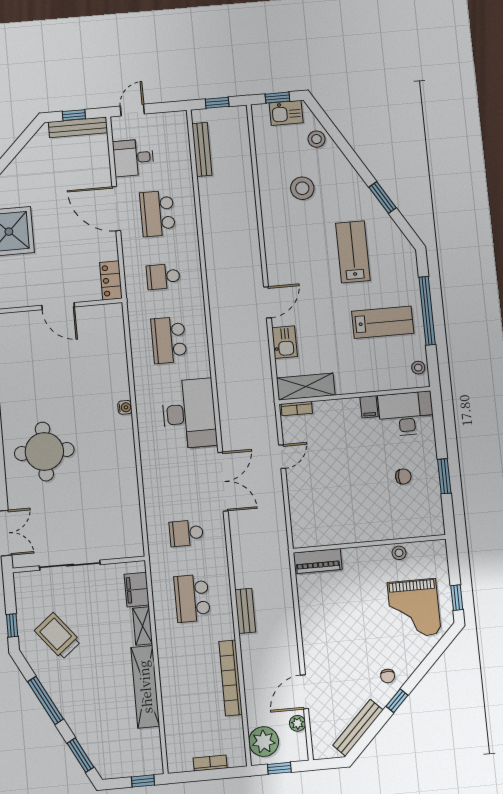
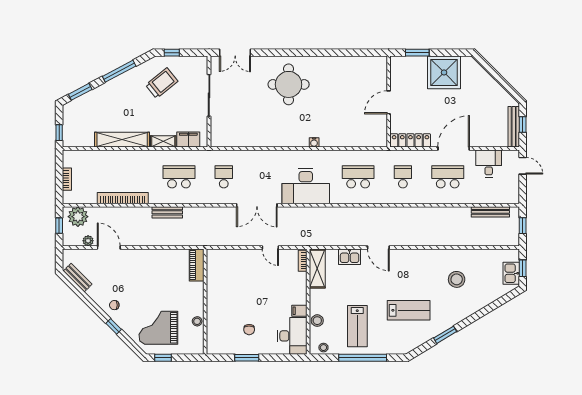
stool: (317, 139) -> (317, 321), moved
locker: (111, 280) -> (410, 140), width x1.53
window: (397, 701) -> (114, 326), moved
bench: (358, 728) -> (78, 278), width x0.73

